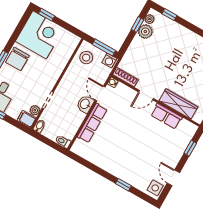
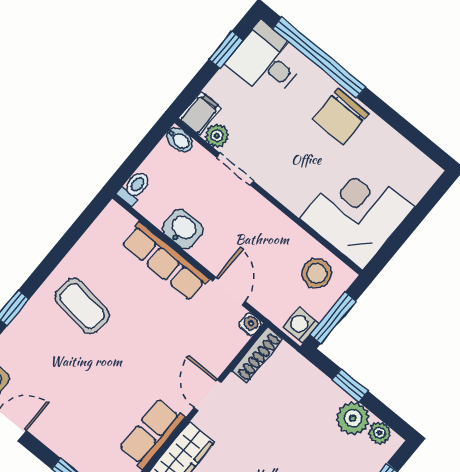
window: (47, 15) -> (430, 200), removed
window: (137, 24) -> (350, 385), moved
corner desk: (40, 35) -> (357, 213), moved, turned 180
chair: (17, 59) -> (341, 116), turned -90
door: (100, 94) -> (229, 291), hinge flipped
washbasin: (85, 104) -> (183, 229), moved
coffee table: (117, 155) -> (82, 306), added

